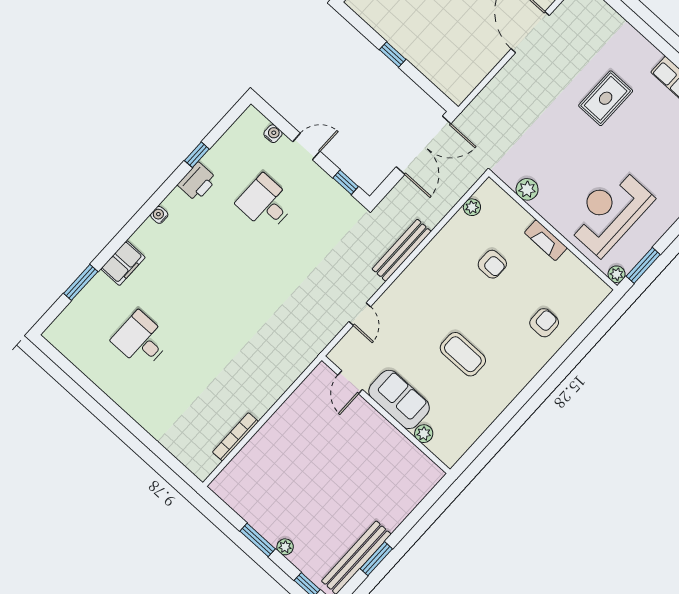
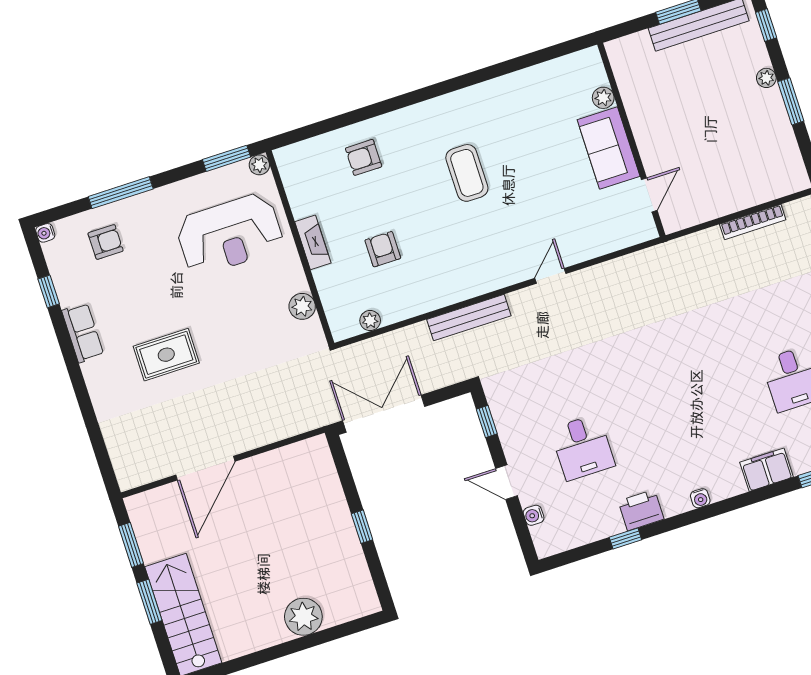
door: (350, 382) -> (649, 195), moved
sofa: (399, 399) -> (609, 148), moved
wall: (386, 415) -> (631, 140), moved
plant: (424, 434) -> (603, 98), moved

